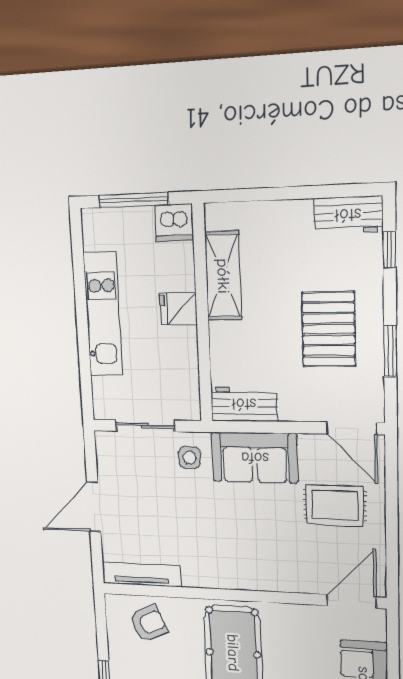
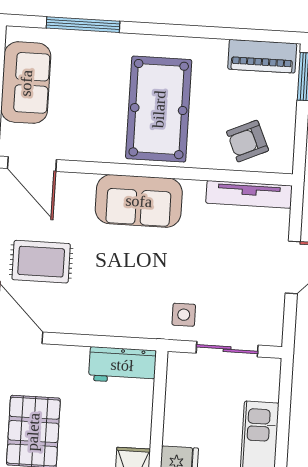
sofa: (255, 458) -> (139, 201), moved, turned 180
door: (352, 601) -> (32, 164), hinge flipped

